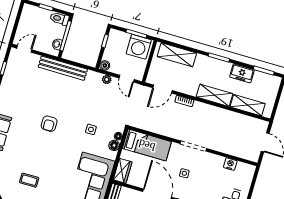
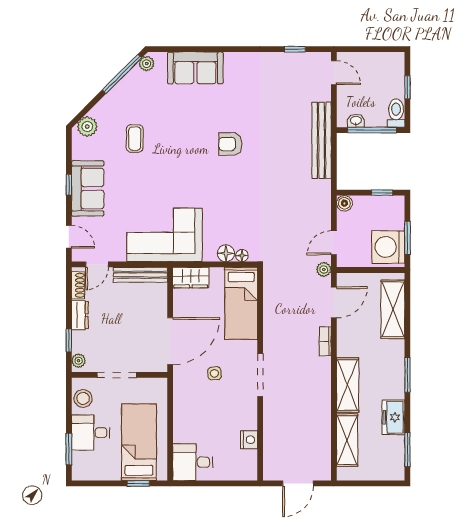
plant: (107, 79) -> (324, 269), moved
door: (162, 89) -> (334, 302), swing flipped
side table: (91, 129) -> (240, 211), removed

